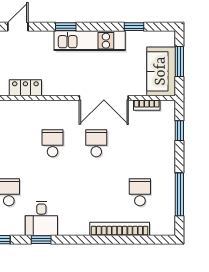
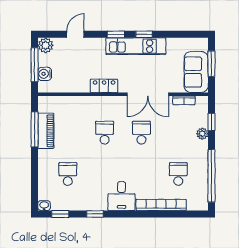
window: (134, 27) -> (144, 34), moved
locker: (25, 88) -> (104, 86), moved
plant: (168, 144) -> (202, 134), added
window: (179, 194) -> (211, 176), width x1.46
desk: (41, 218) -> (122, 196), moved

